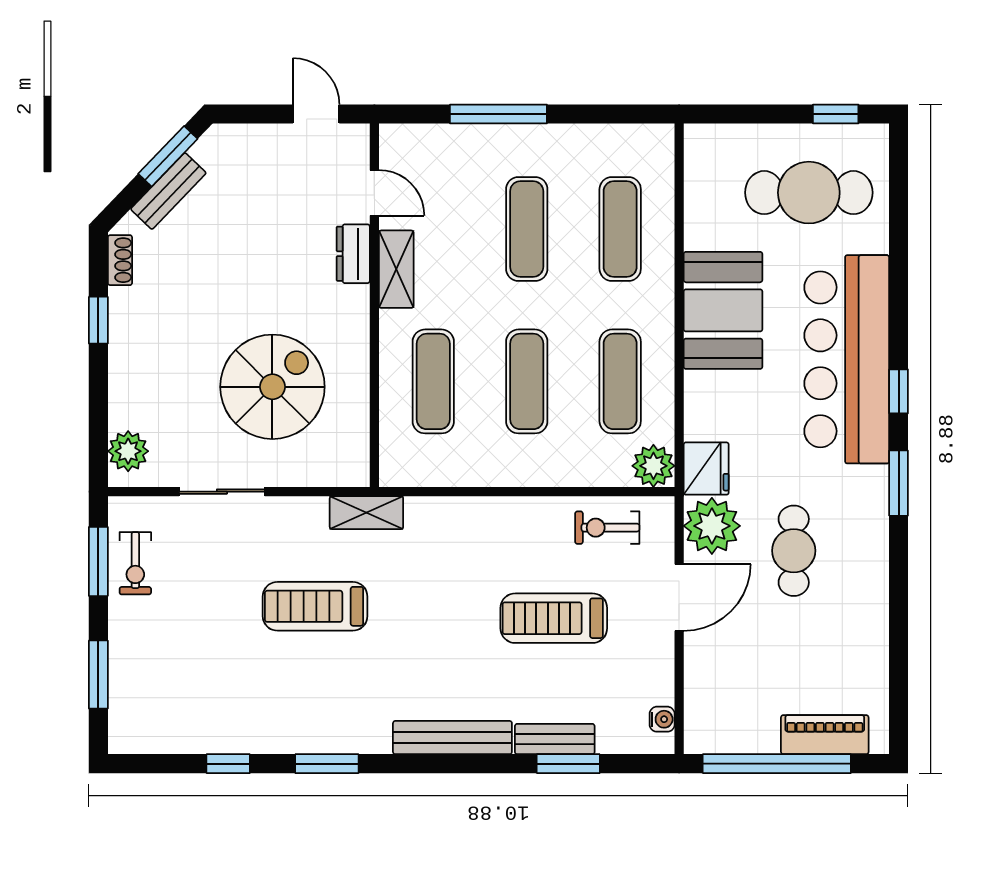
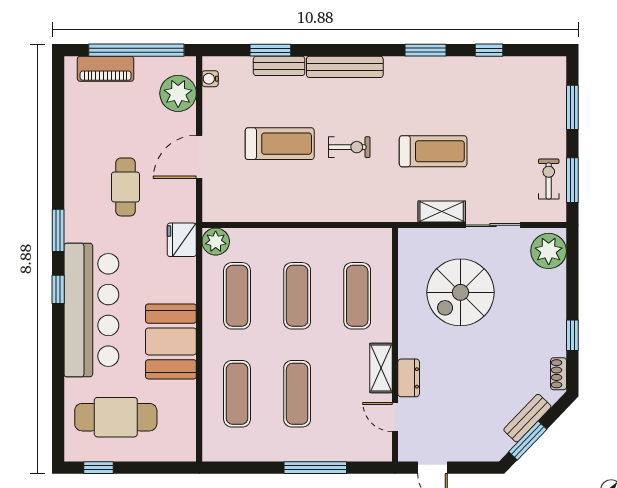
plant: (128, 451) -> (549, 251), width x1.36, depth x1.36
shelving: (366, 513) -> (442, 212), moved
plant: (712, 526) -> (178, 93), moved
exercise bike: (607, 528) -> (349, 147), moved

